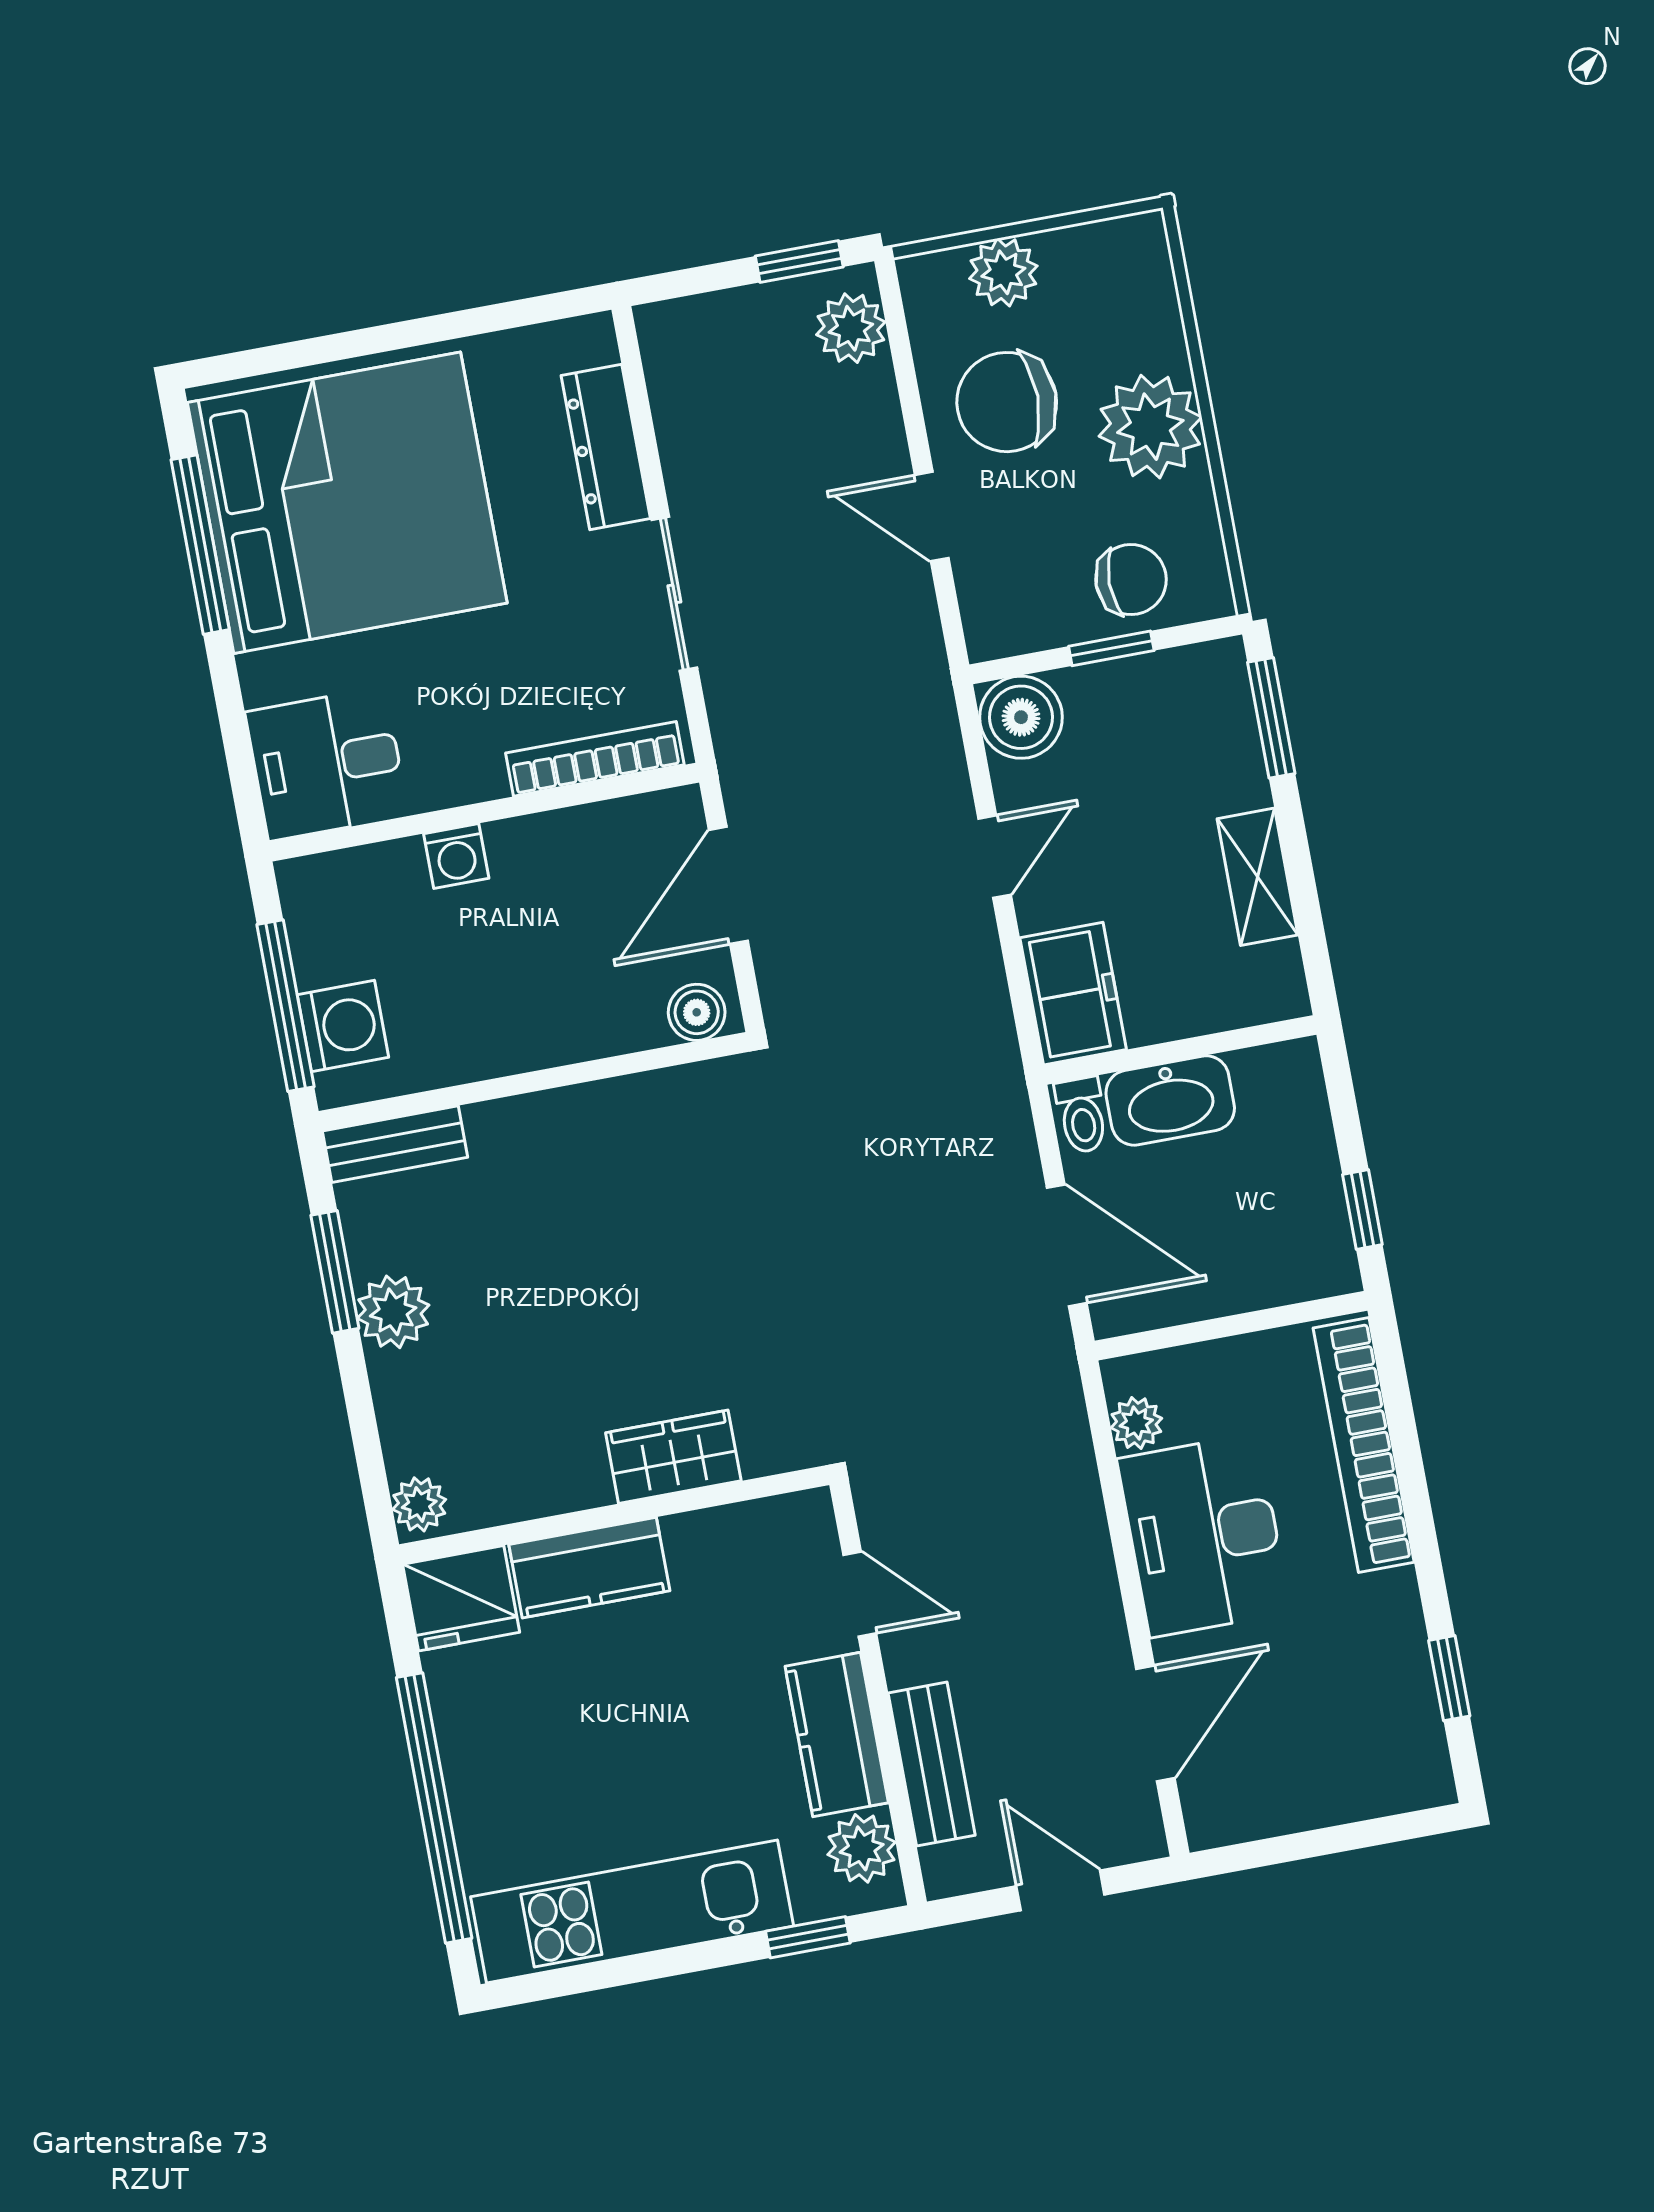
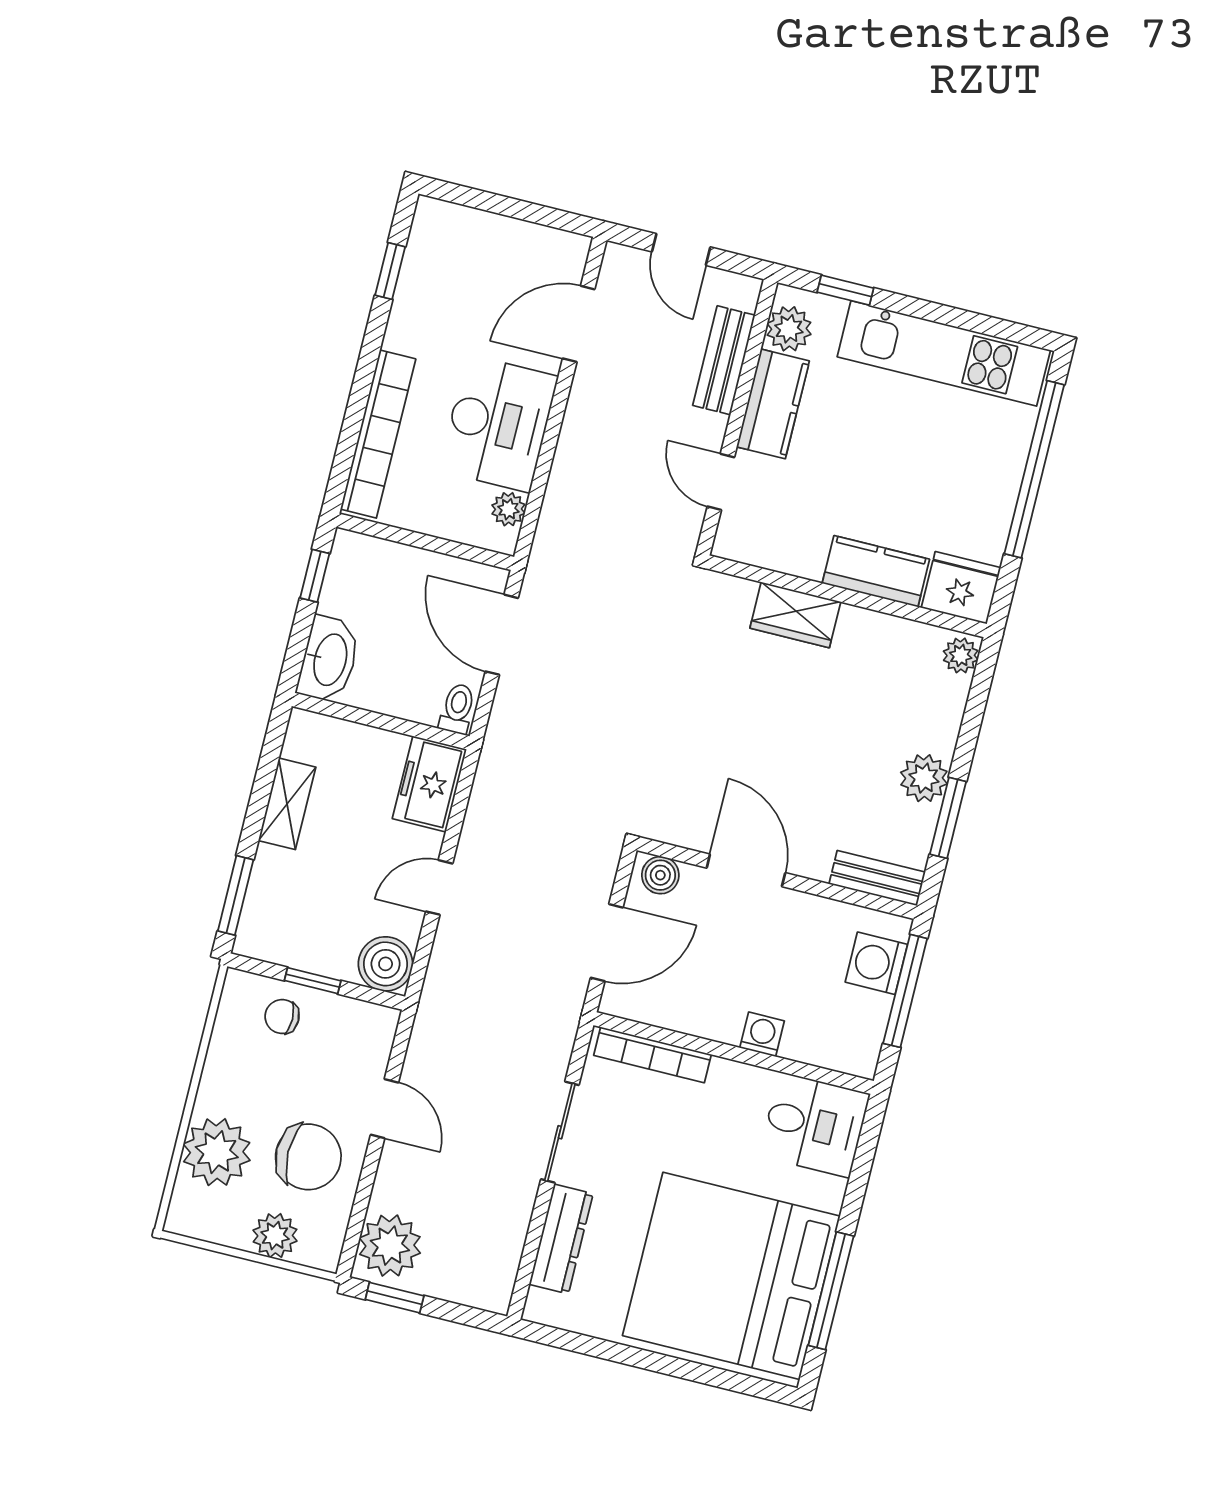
plant: (851, 328) -> (390, 1246), width x1.36, depth x1.36
plant: (1150, 427) -> (217, 1152), moved
chair: (1131, 580) -> (282, 1017), width x0.73, depth x0.73
door: (581, 1073) -> (746, 870), added
washbasin: (1170, 1100) -> (329, 659), moved, turned 90

